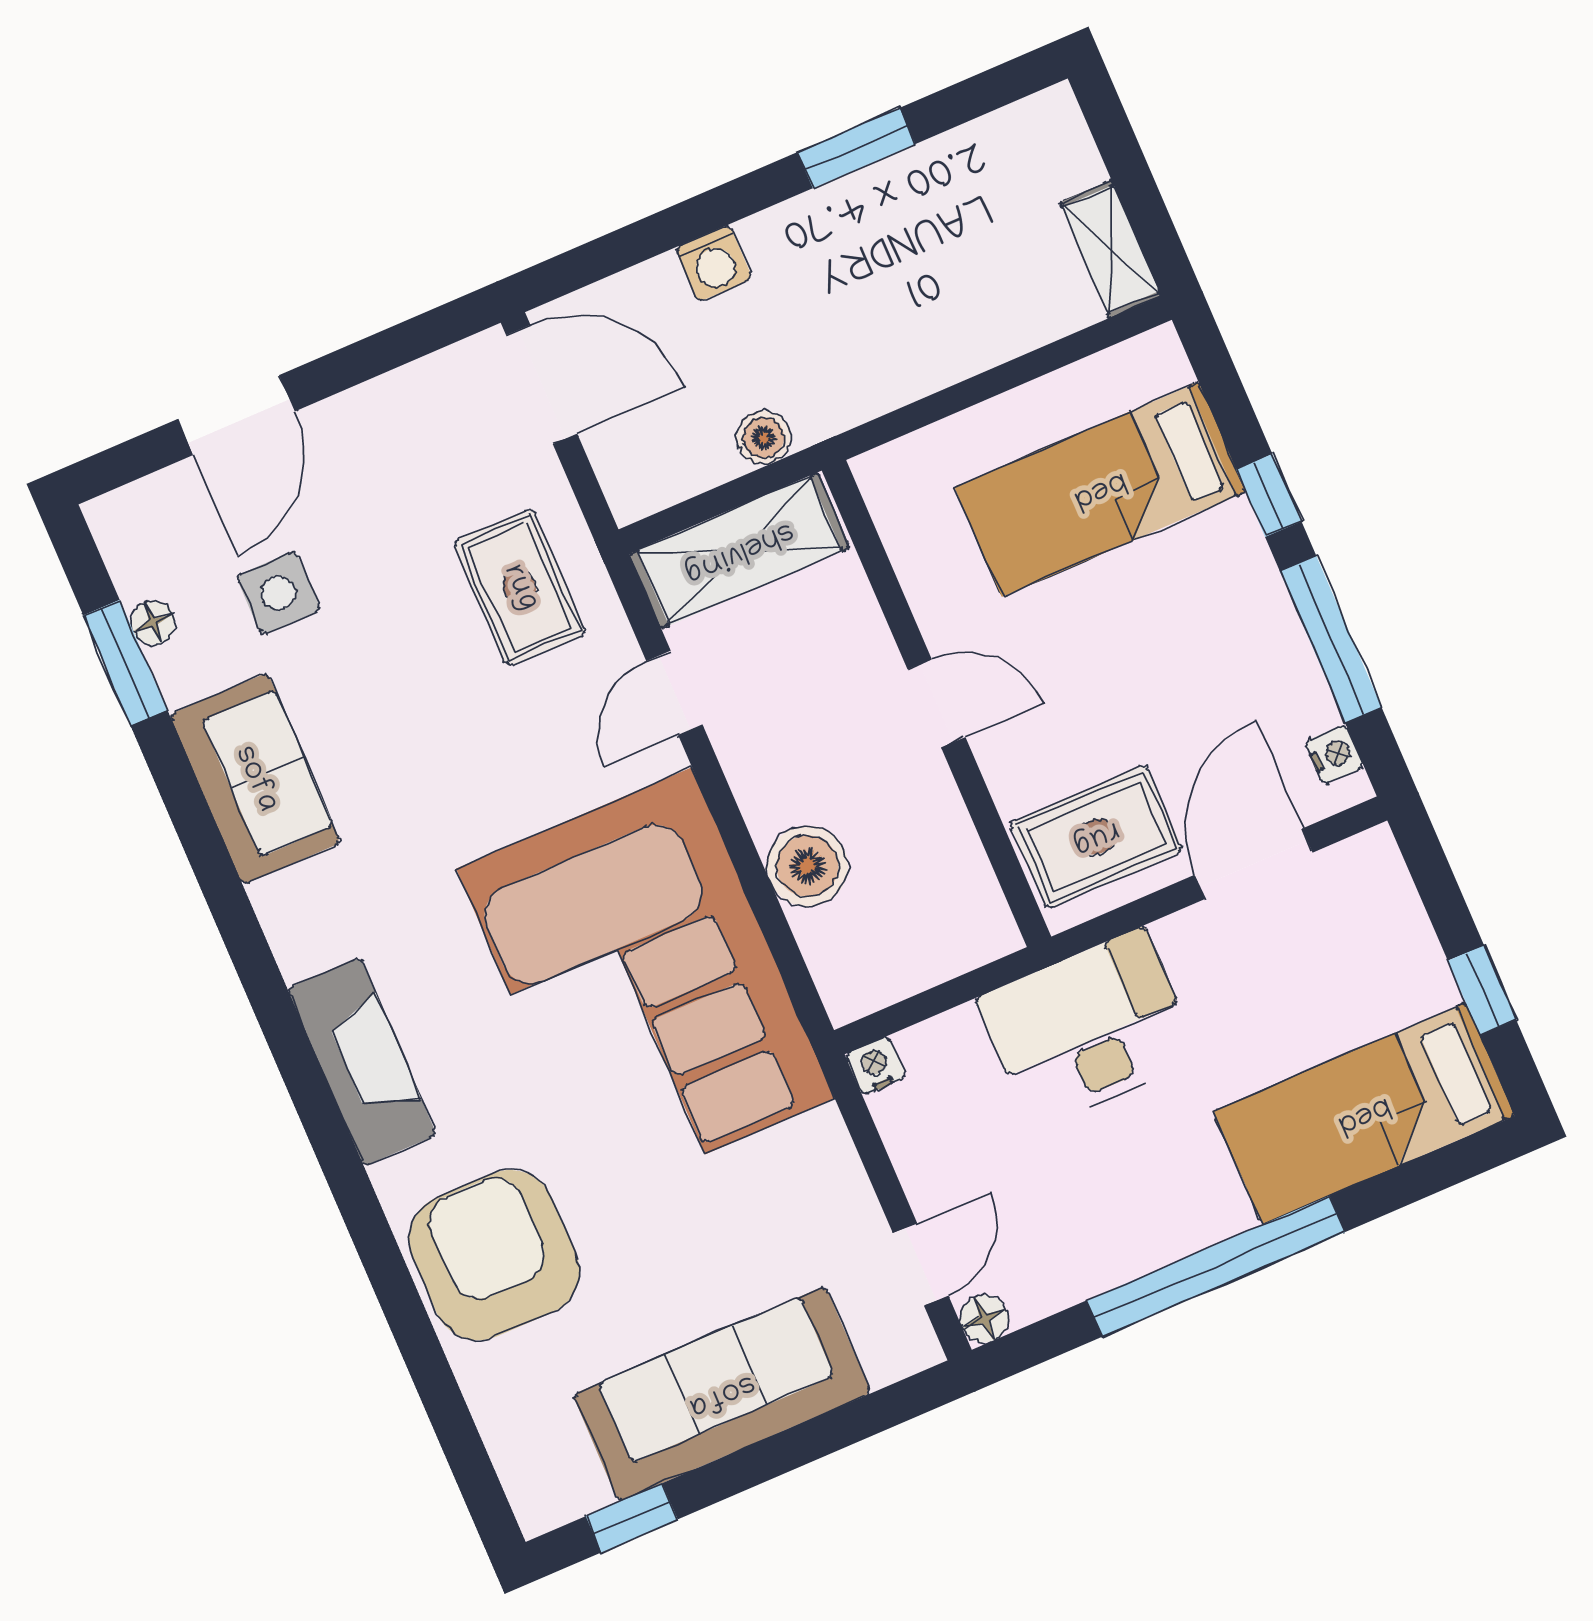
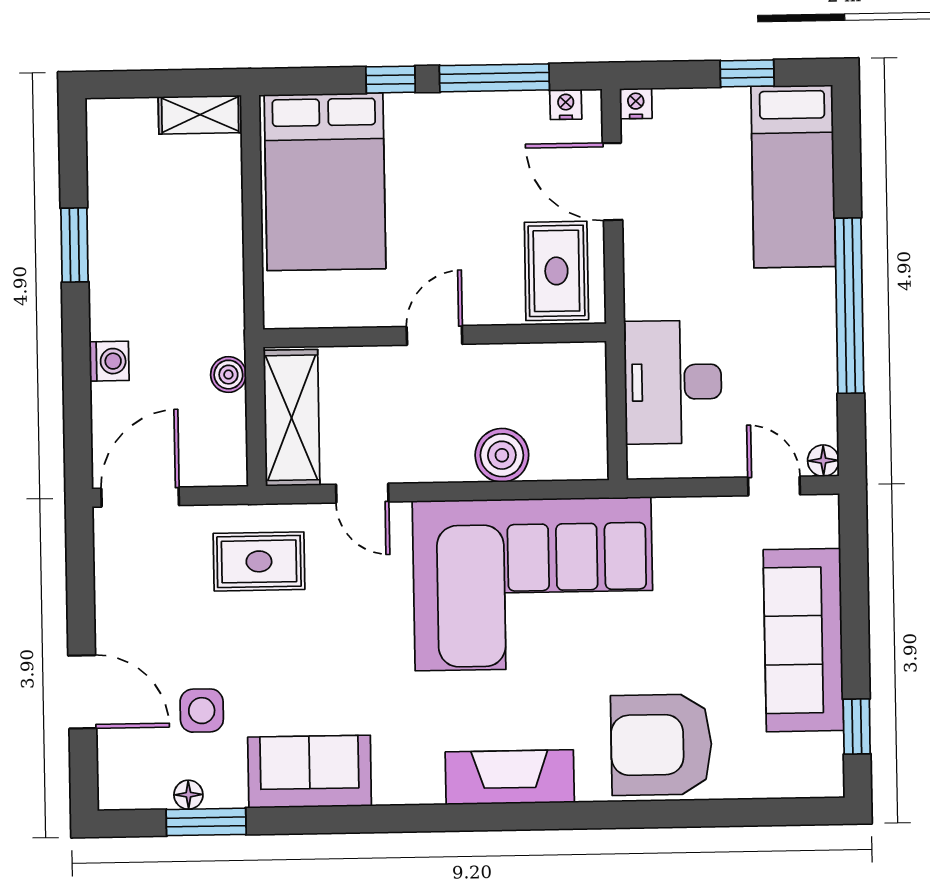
bed: (1100, 489) -> (325, 182), width x1.50
desk: (1088, 1029) -> (673, 382), moved
nightstand: (876, 1066) -> (636, 103), moved, turned 90

